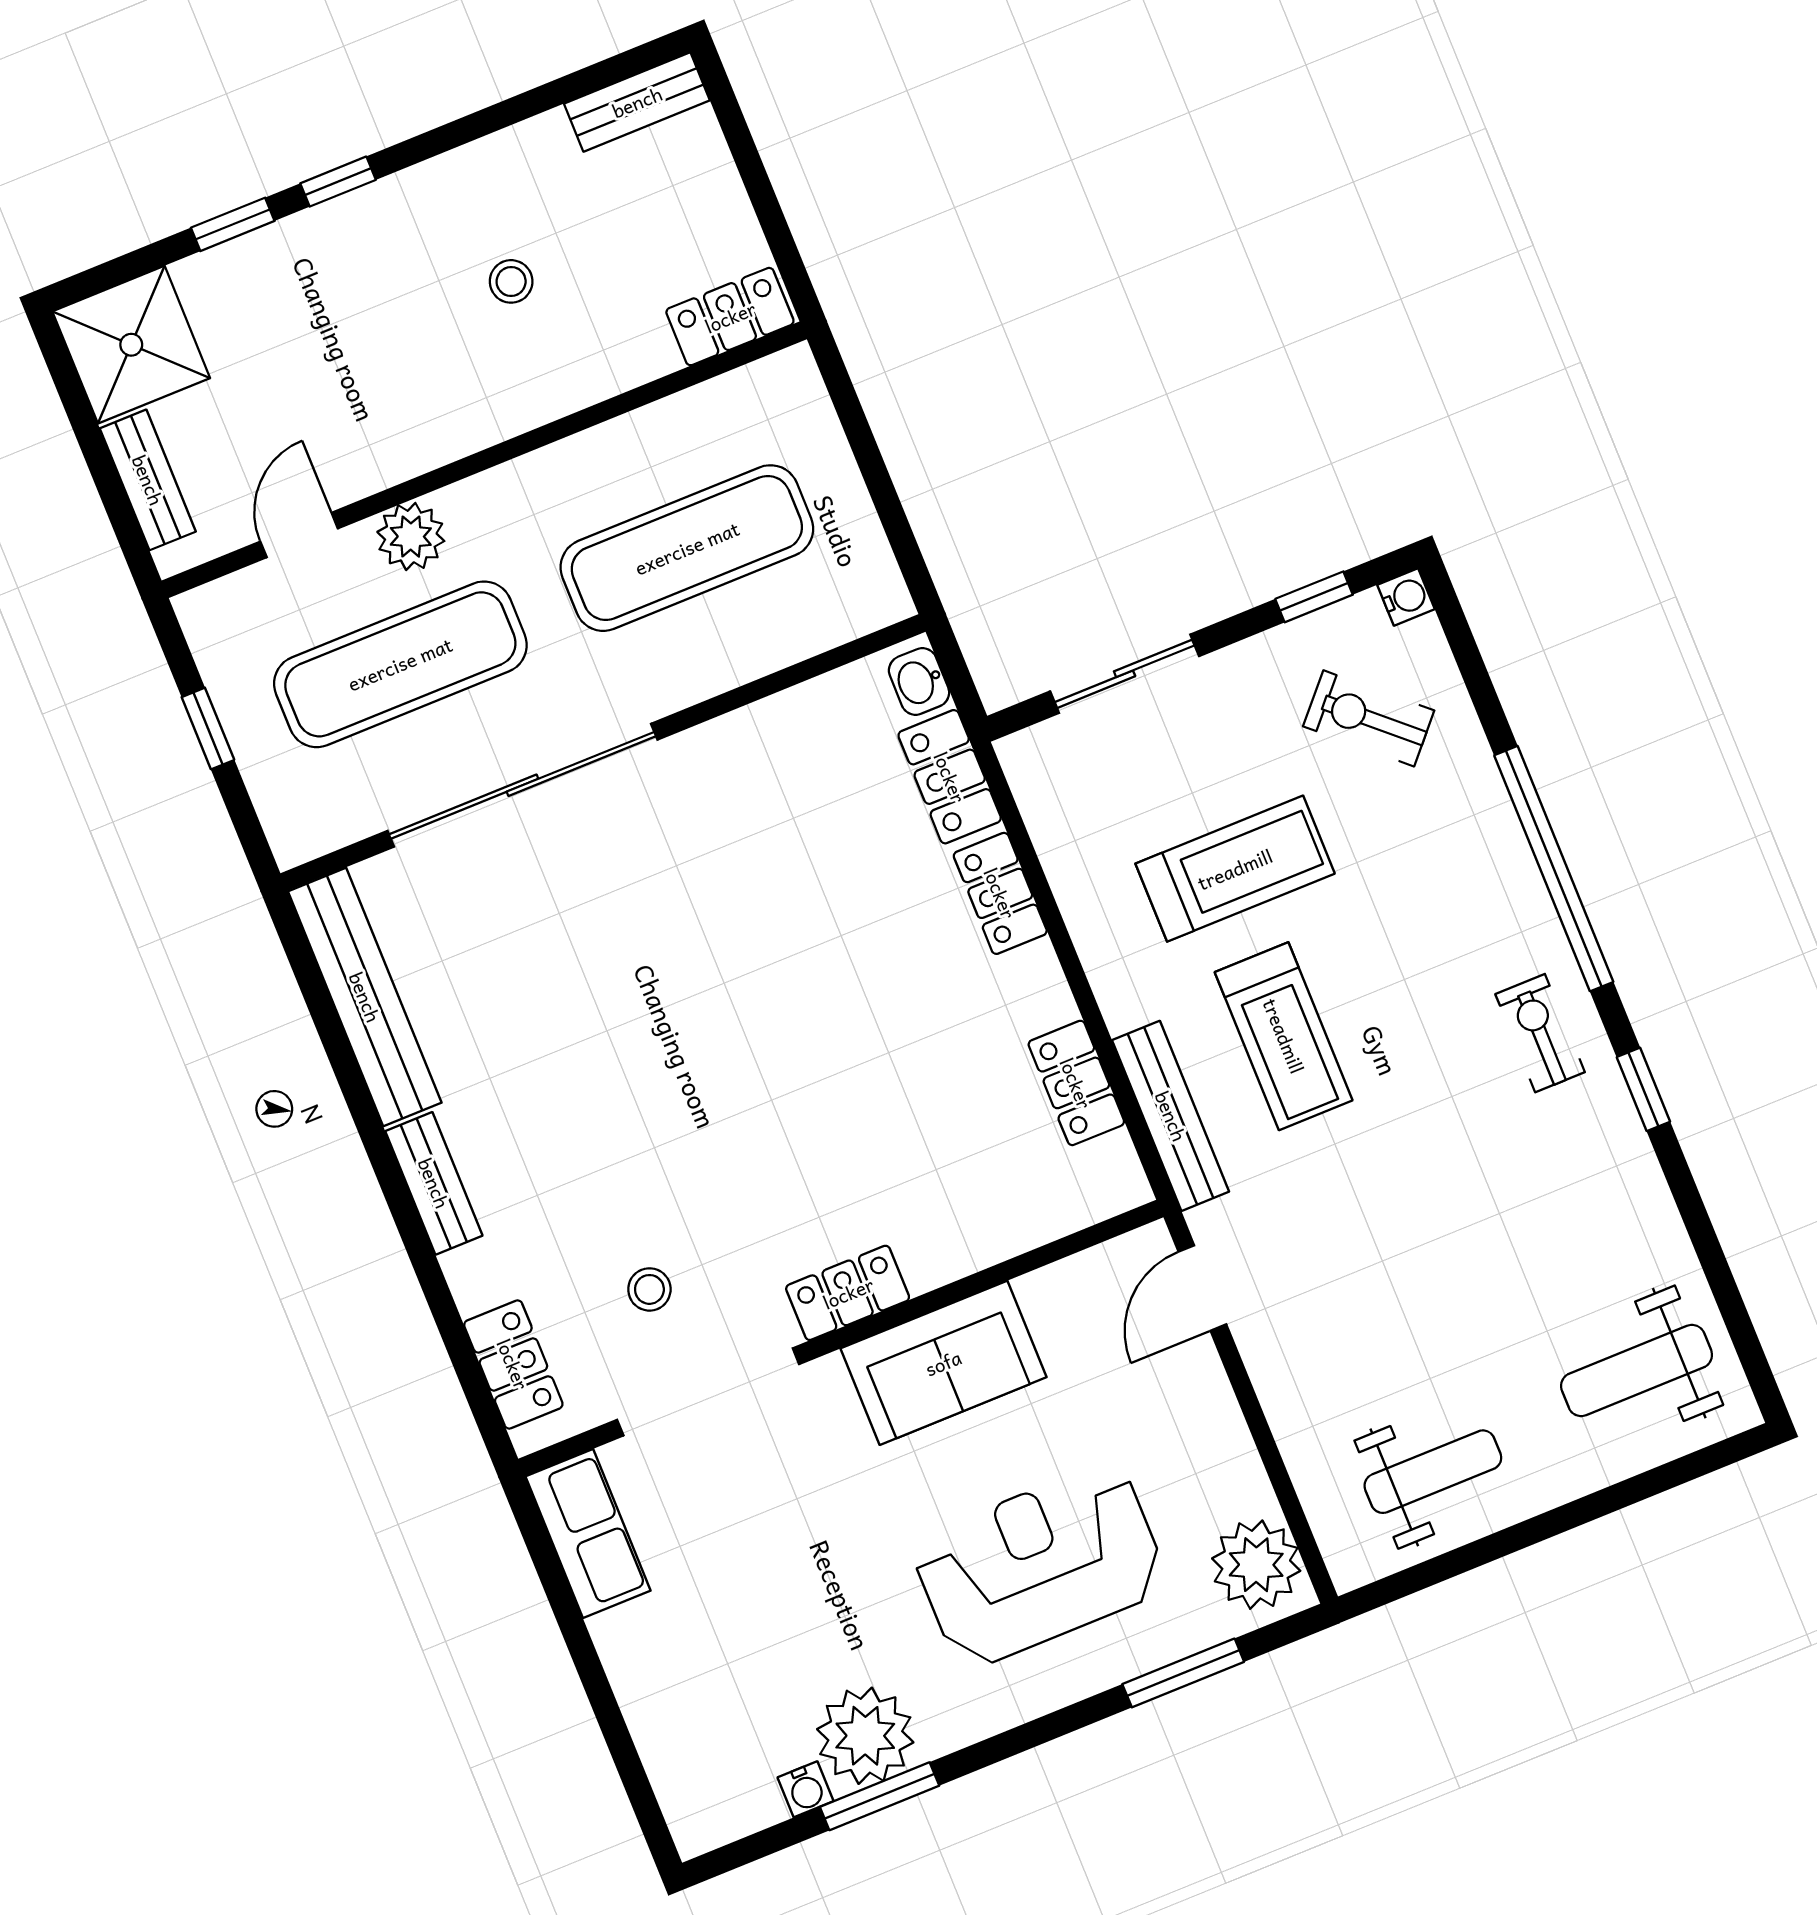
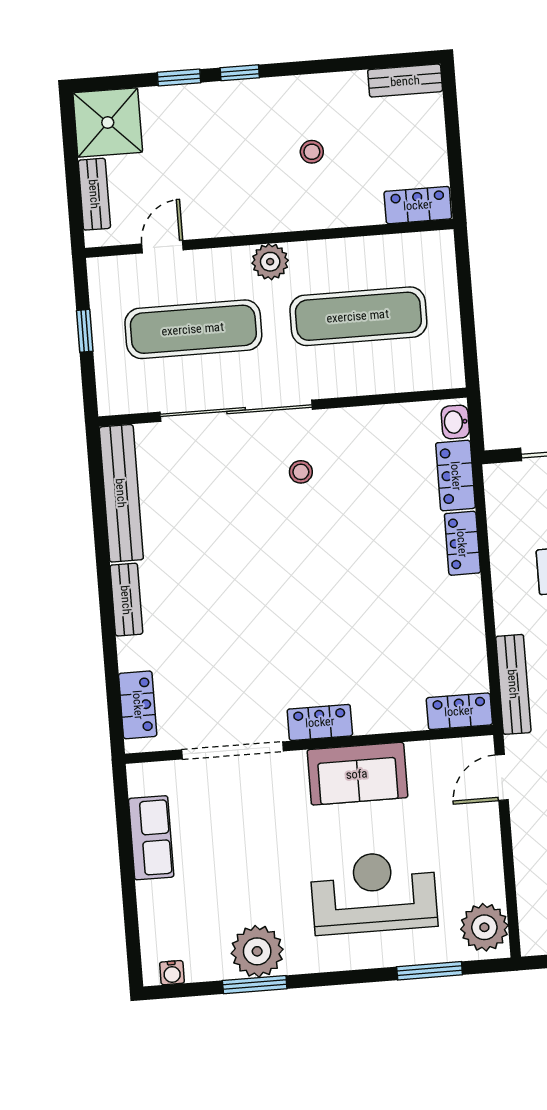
plant: (411, 537) -> (270, 262), moved
locker: (1076, 1083) -> (459, 711), moved, turned 90
stool: (649, 1289) -> (301, 472), moved
row of seats: (588, 1534) -> (151, 838), moved
water cooler: (806, 1789) -> (172, 973), moved

